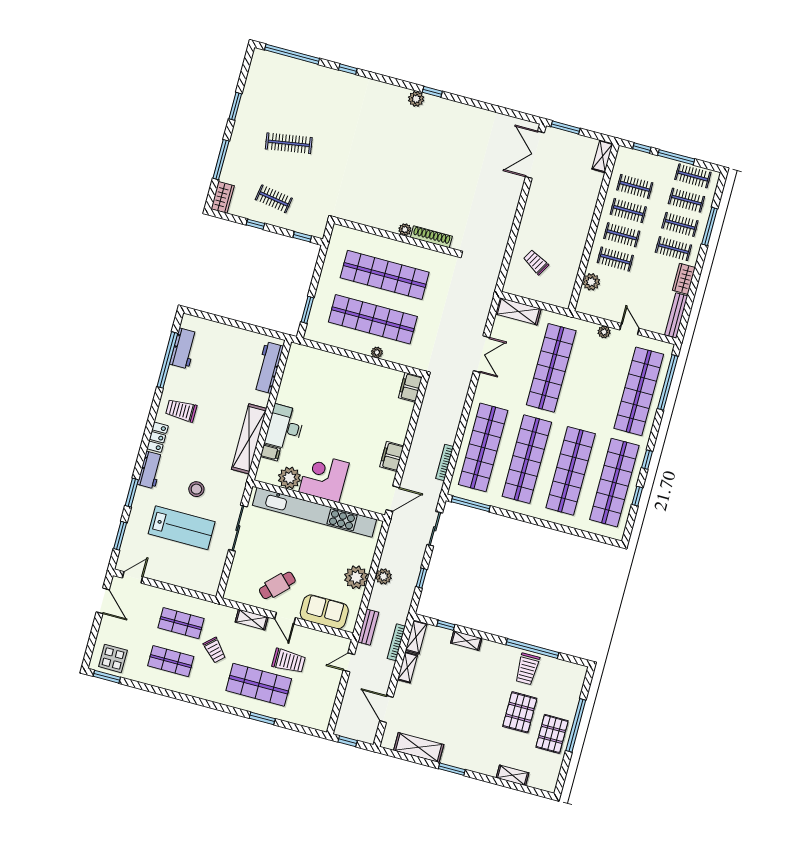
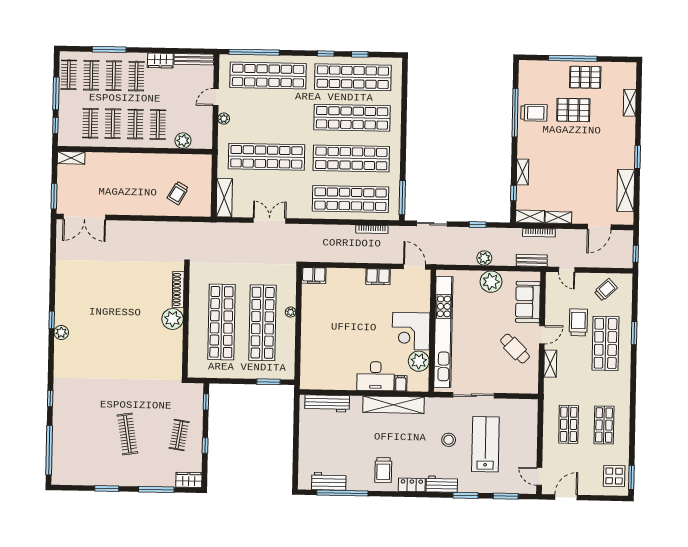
plant: (405, 230) -> (173, 319), width x1.87, depth x1.87
trolley: (215, 650) -> (606, 290), moved

